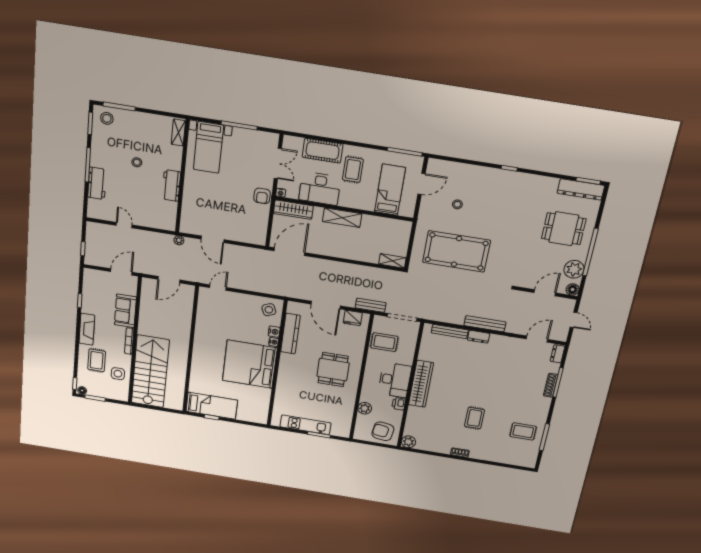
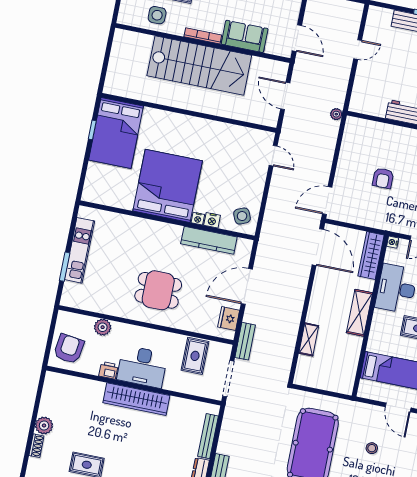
armchair: (262, 196) -> (383, 178), moved, turned -90
door: (212, 239) -> (327, 201), moved
shelving: (392, 261) -> (309, 339), moved
stairs: (150, 372) -> (199, 66), moved
bed: (212, 406) -> (116, 133), width x1.50
plant: (408, 442) -> (44, 425), moved

